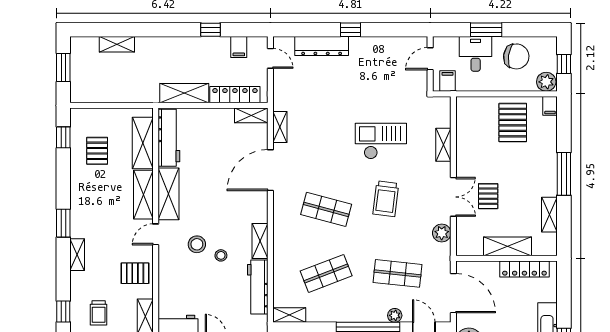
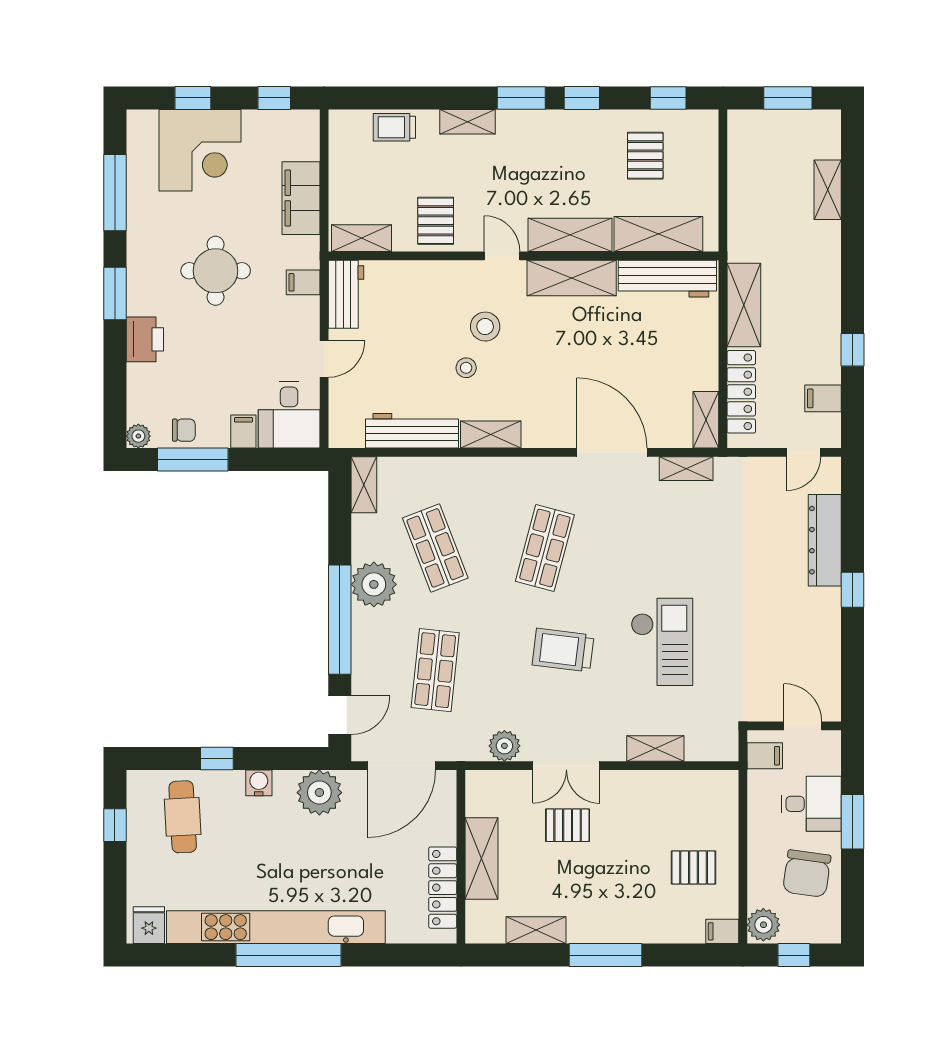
pallet: (513, 123) -> (694, 867), width x0.67, depth x0.71
pallet: (97, 151) -> (645, 156), turned 90
window: (63, 311) -> (582, 98), moved
trolley: (99, 313) -> (394, 127), moved
plant: (395, 315) -> (374, 584), moved, width x1.87, depth x1.87

